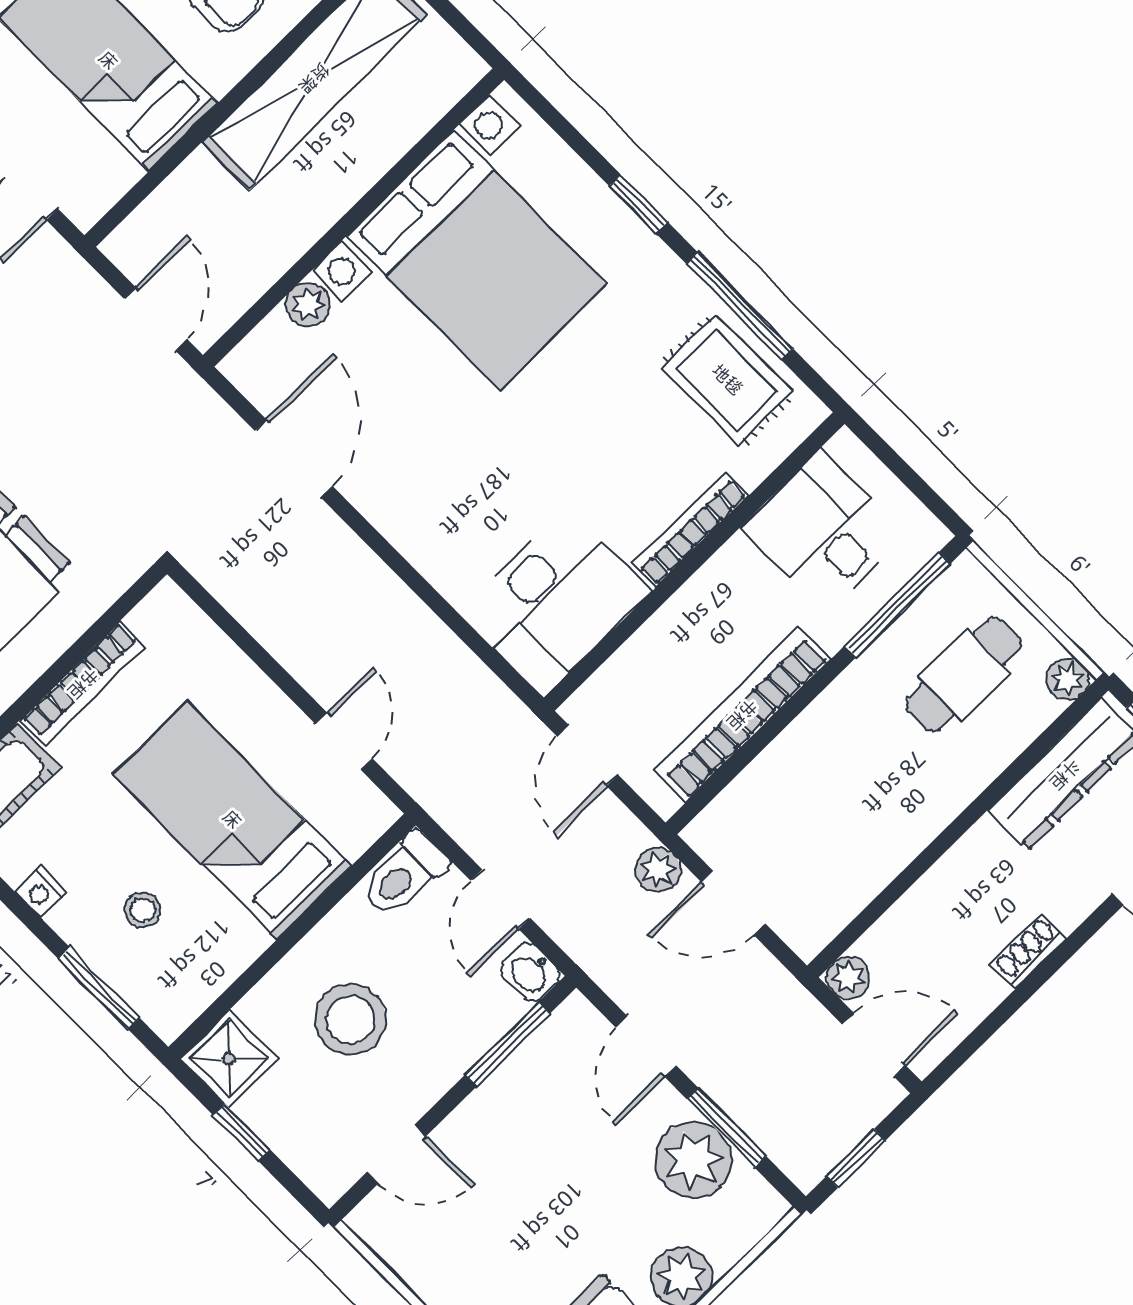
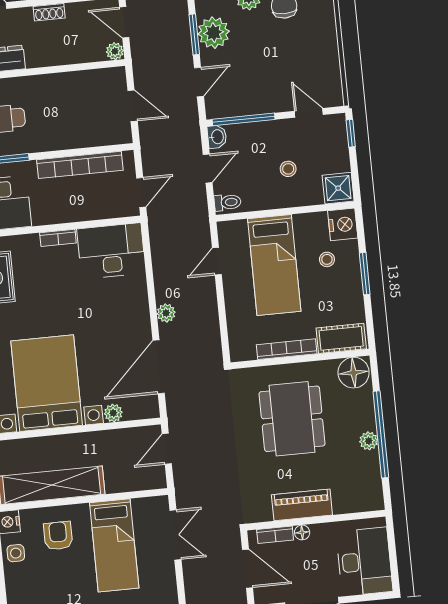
door: (294, 458) -> (159, 367), width x1.36
bookcase: (690, 530) -> (58, 238), width x0.64
plant: (658, 870) -> (166, 313), moved
toilet: (404, 875) -> (228, 202), width x0.73, depth x0.72
nightstand: (41, 892) -> (343, 224), moved, width x1.89, depth x1.79
window: (99, 988) -> (365, 274), moved
stool: (351, 1019) -> (288, 169), width x0.53, depth x0.53
window: (507, 1044) -> (244, 119), width x1.44
window: (242, 1132) -> (351, 133), moved

